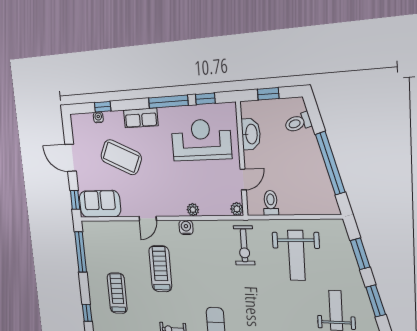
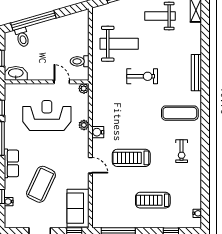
washbasin: (251, 134) -> (16, 73), moved
reception desk: (201, 140) -> (47, 116), moved, turned 90
window: (330, 163) -> (33, 20), moved
exercise bike: (244, 245) -> (142, 76), moved

